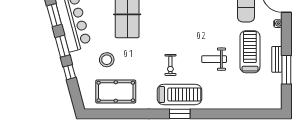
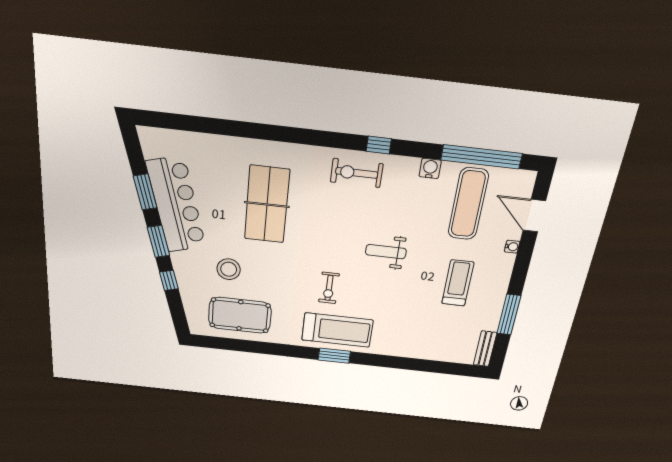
treadmill: (250, 52) -> (458, 283), width x0.73, depth x0.73
weight bench: (214, 59) -> (386, 252), moved
bench: (277, 59) -> (485, 349), moved

